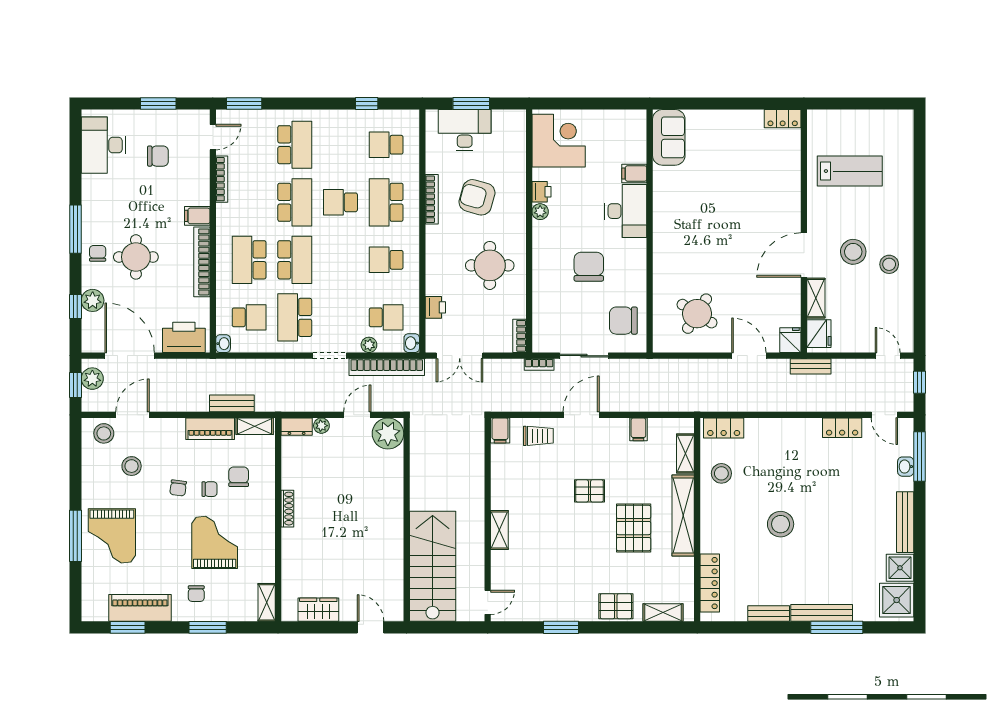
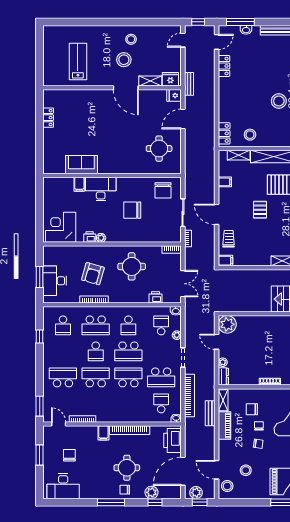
locker: (783, 119) -> (48, 118), moved
sofa: (669, 137) -> (81, 165), moved
school desk: (249, 260) -> (128, 351), moved
round table: (697, 314) -> (159, 149), turned -32
bookcase: (387, 367) -> (189, 396), moved

